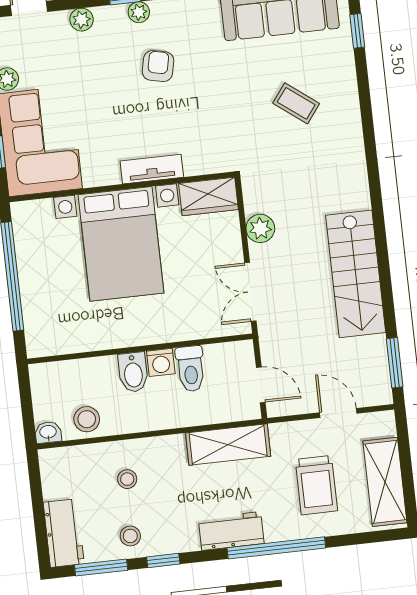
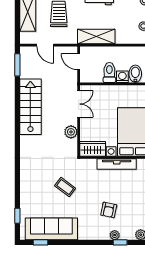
coffee table: (296, 103) -> (65, 187), moved
tv unit: (152, 169) -> (117, 164), width x1.41

